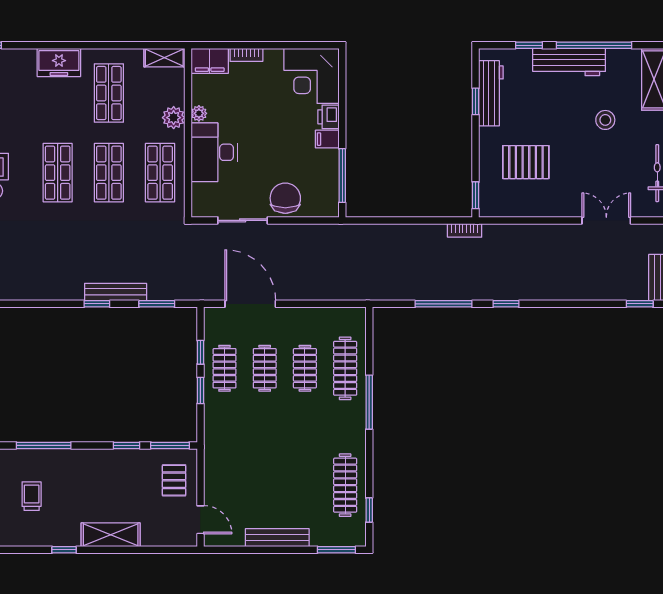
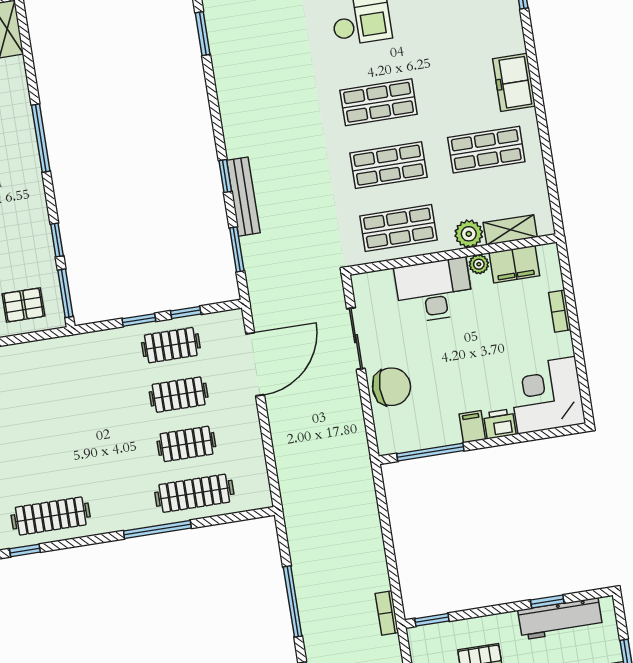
shelving: (164, 58) -> (510, 230), moved, turned 90
filing cabinet: (210, 61) -> (514, 264), moved, turned -90

